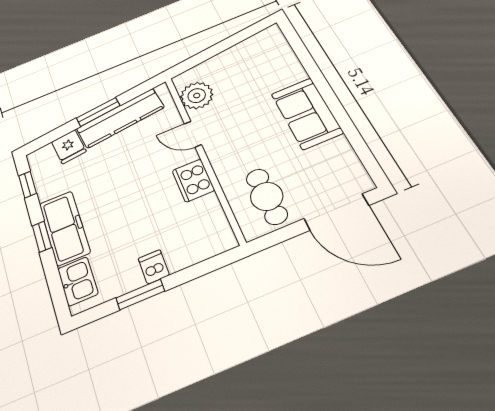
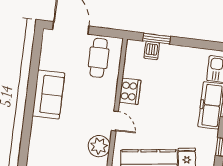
dishwasher: (154, 267) -> (152, 51), moved
window: (140, 294) -> (157, 39), moved

